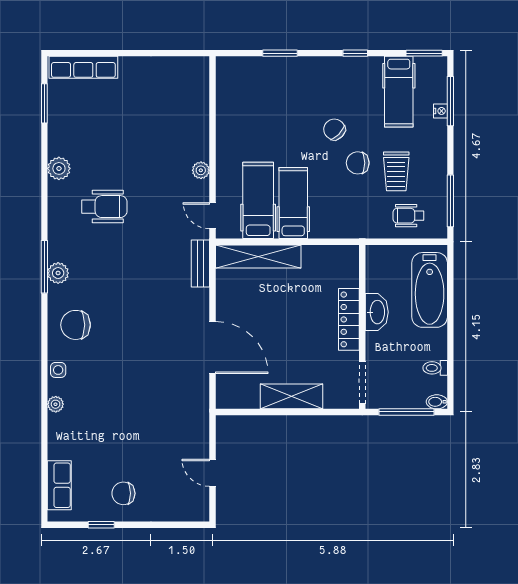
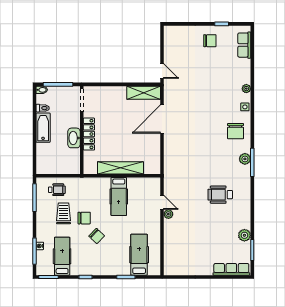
plant: (59, 168) -> (244, 235), moved
hospital bed: (258, 200) -> (139, 255), moved, turned 180
door: (213, 216) -> (162, 202), moved
shelving: (258, 257) -> (120, 168), moved
bench: (200, 263) -> (169, 164), removed
bathtub: (430, 290) -> (43, 128), moved, width x0.73, depth x0.73
chair: (76, 325) -> (236, 131), turned 90
door: (213, 348) -> (162, 119), hinge flipped
shelving: (292, 396) -> (144, 93), moved
door: (213, 473) -> (162, 71), moved

